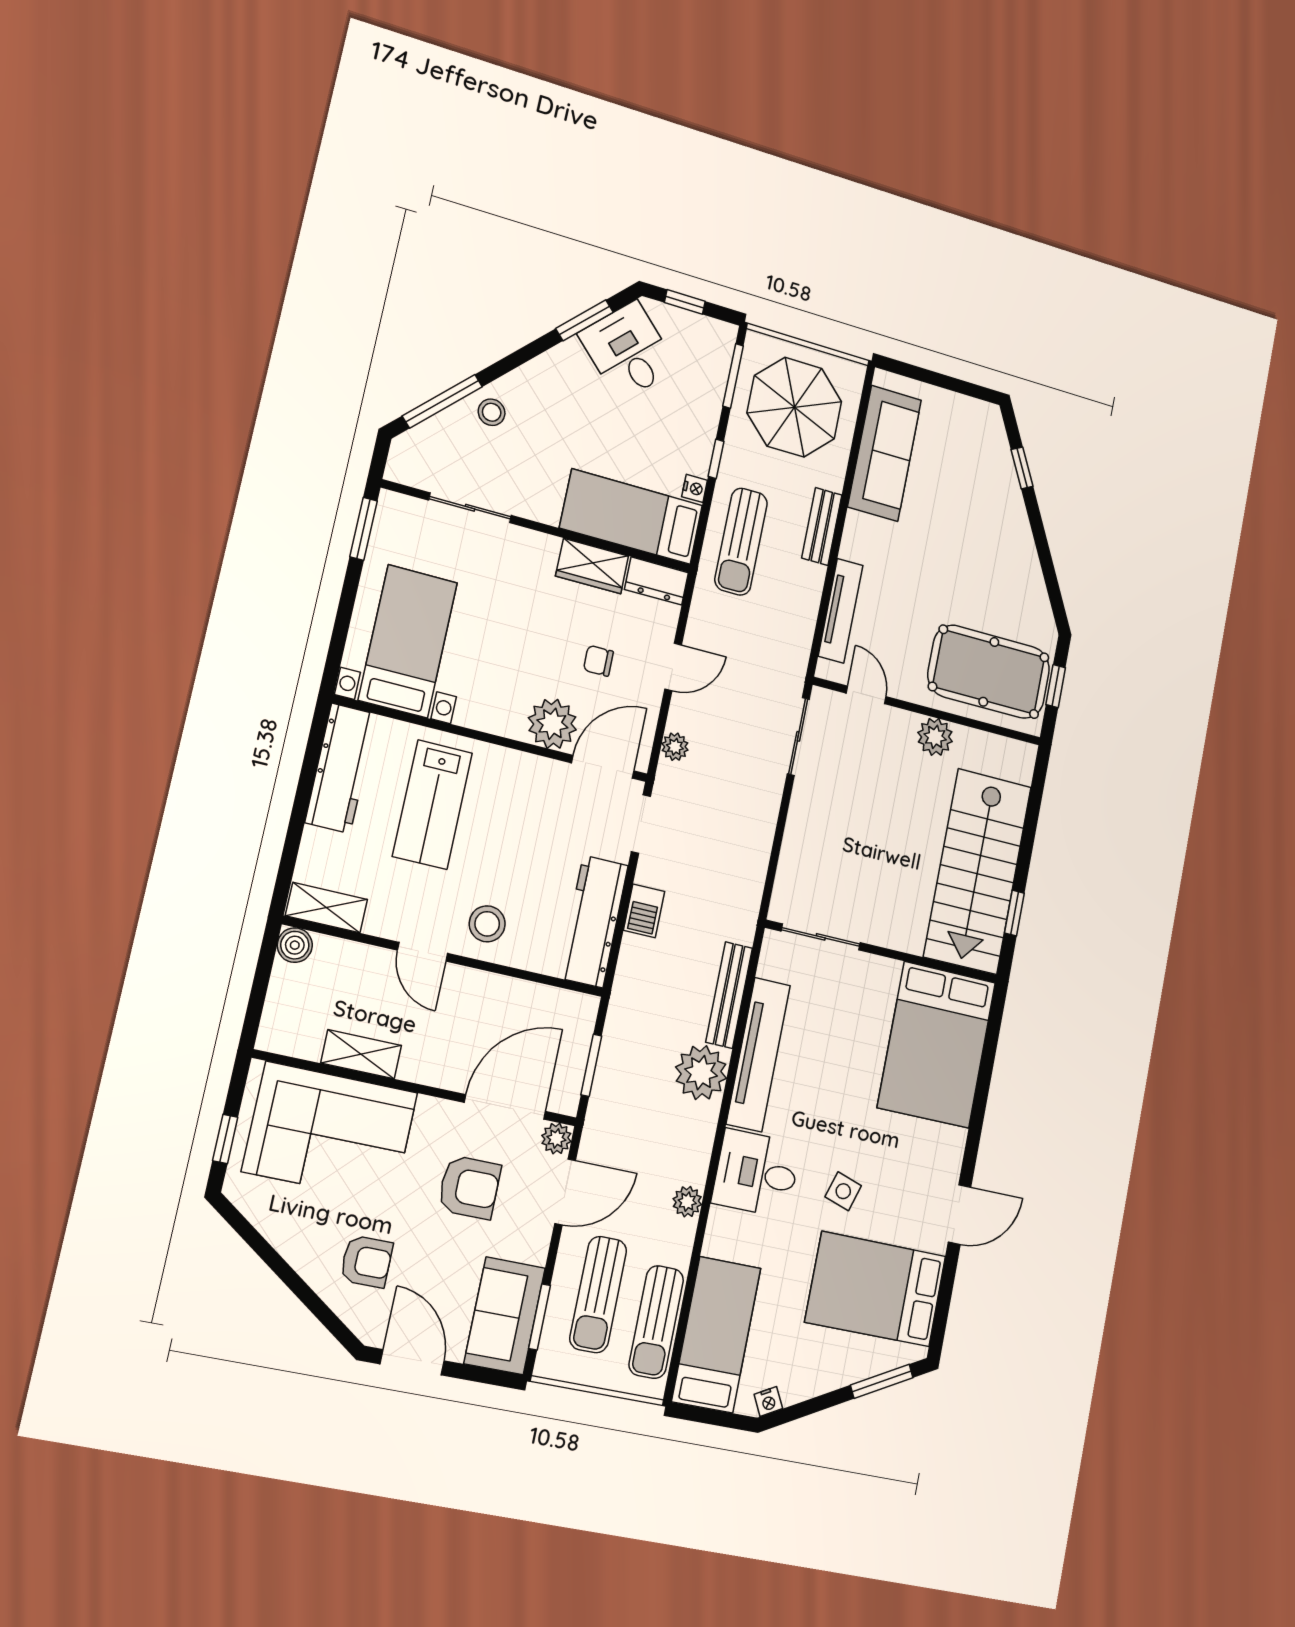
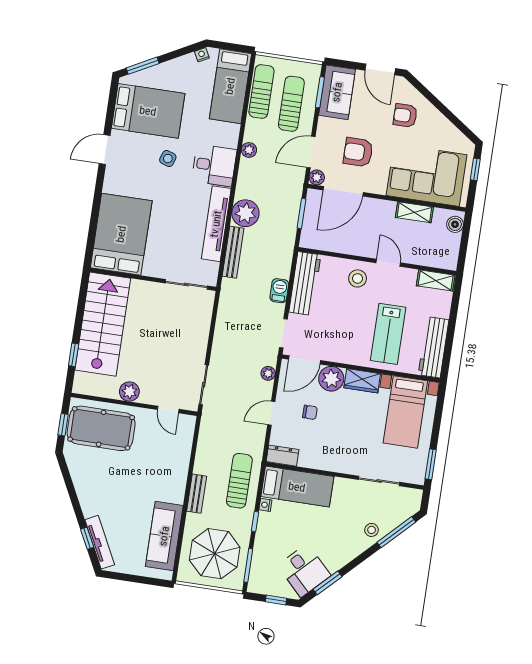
wardrobe: (592, 566) -> (362, 381), moved, turned 180
tv unit: (841, 611) -> (100, 542), moved, turned 153
lab bench: (432, 805) -> (388, 334), turned 180
window: (1014, 913) -> (74, 355), moved
boiler: (295, 945) -> (455, 224), moved

